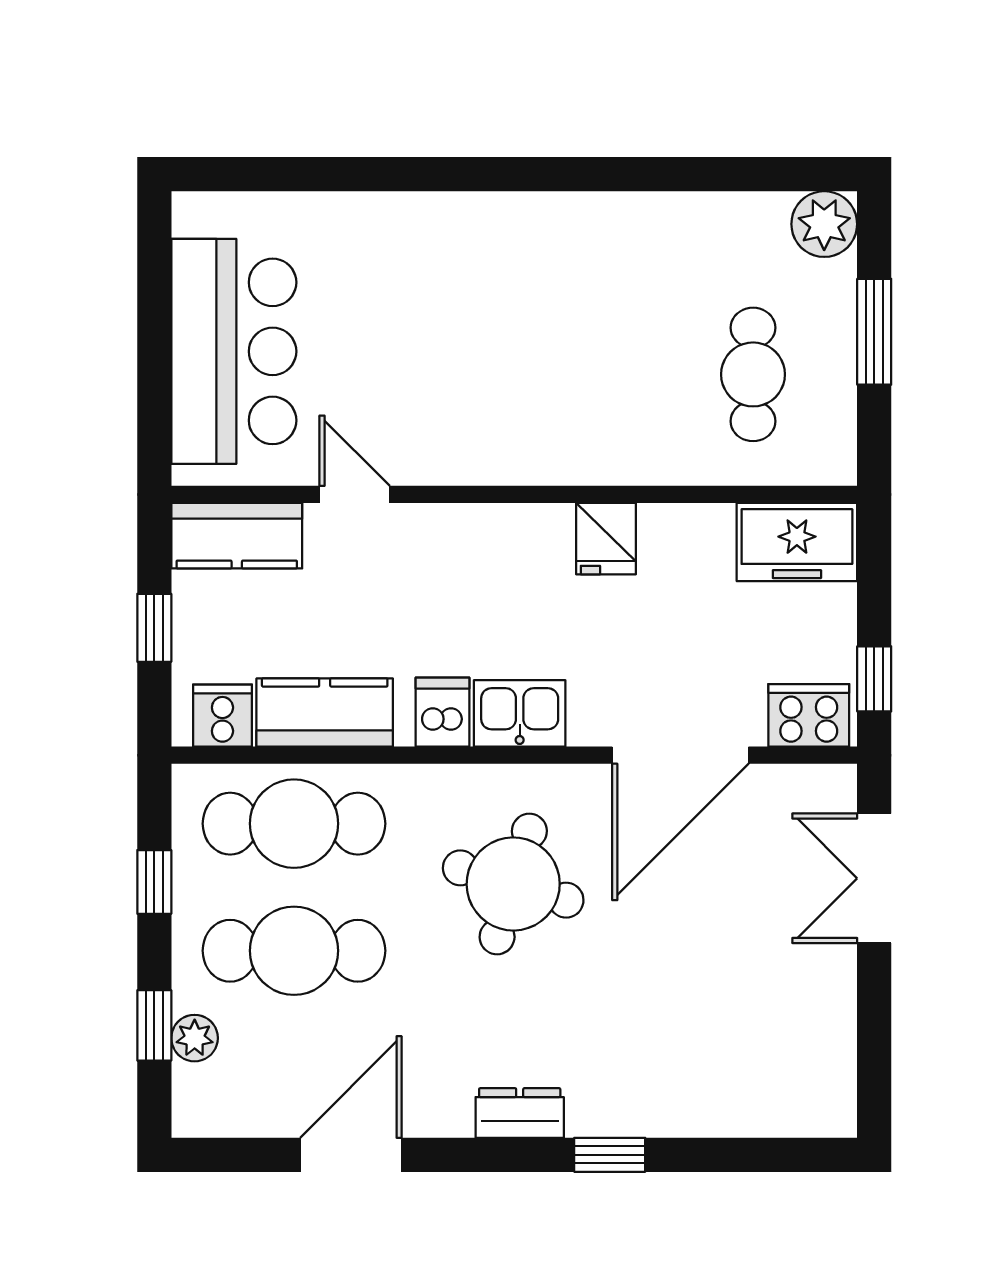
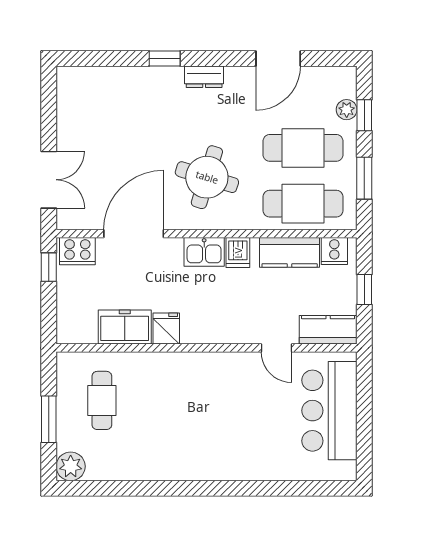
freezer: (797, 542) -> (125, 327), moved
window: (154, 882) -> (364, 178), width x1.50

